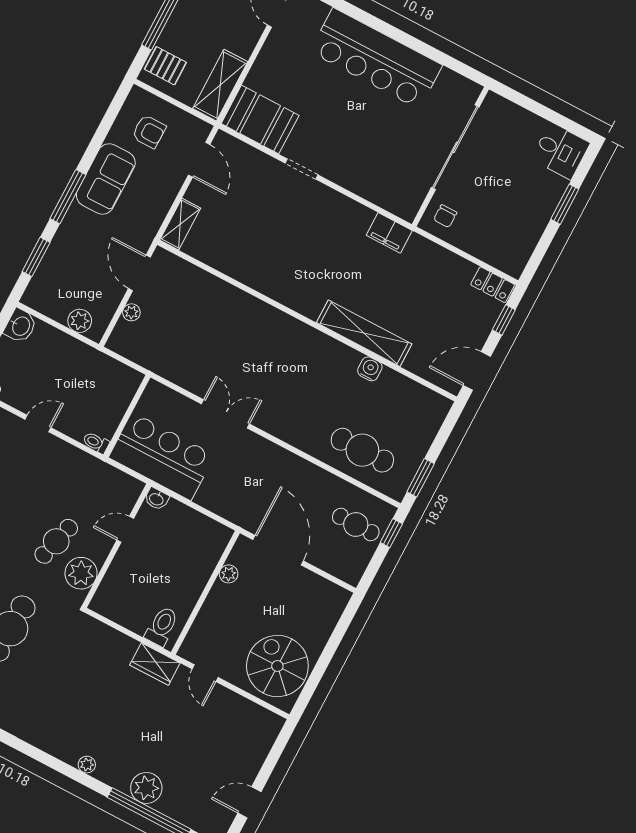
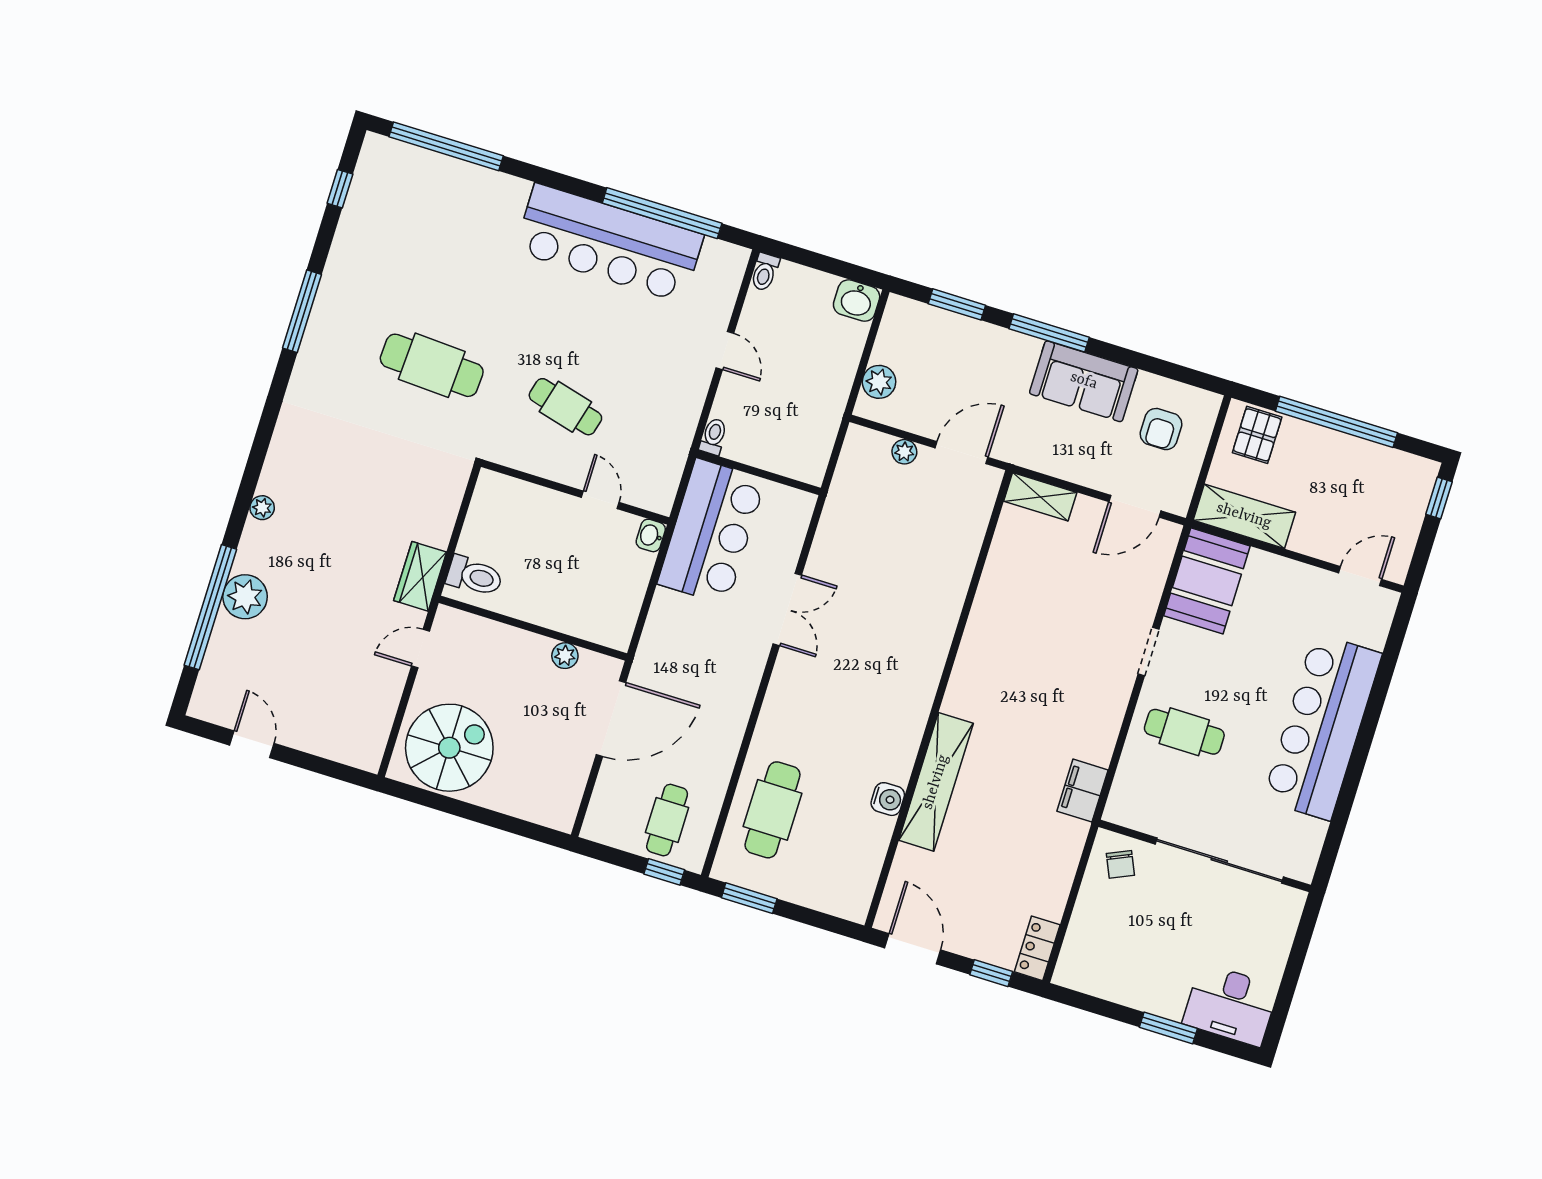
desk: (561, 151) -> (1231, 1005), width x1.37
cafe table: (362, 155) -> (1184, 732), added
chair: (445, 216) -> (1120, 864), turned -114
plant: (81, 573) -> (527, 450), removed

